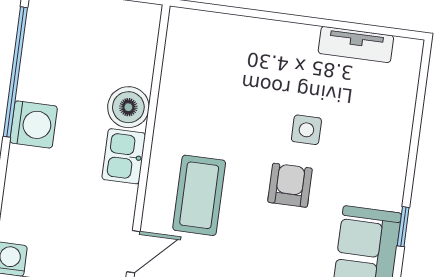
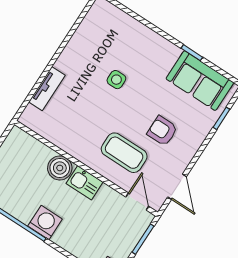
tv unit: (356, 44) -> (47, 89), moved
armchair: (290, 185) -> (162, 131), moved

